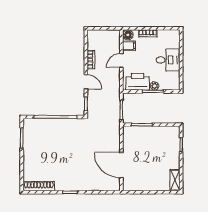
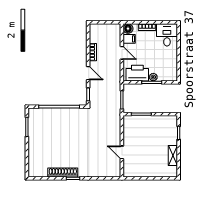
door: (121, 60) -> (122, 53), swing flipped
desk: (168, 60) -> (167, 35), moved, turned -90
door: (121, 165) -> (122, 152), width x0.53
shelving: (175, 180) -> (173, 155), moved
shoe rack: (39, 186) -> (63, 172), moved

